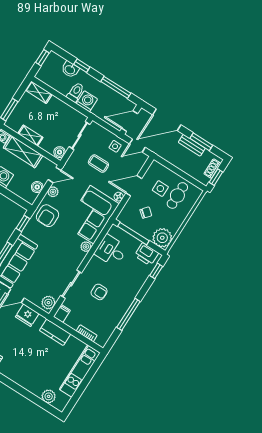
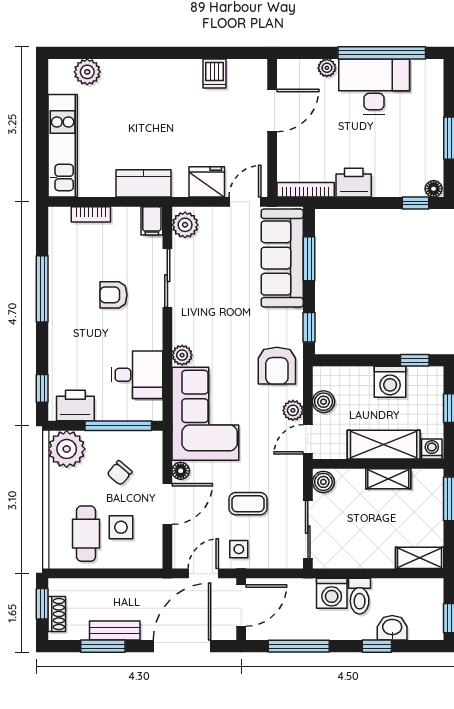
armchair: (47, 216) -> (277, 366), turned 180

